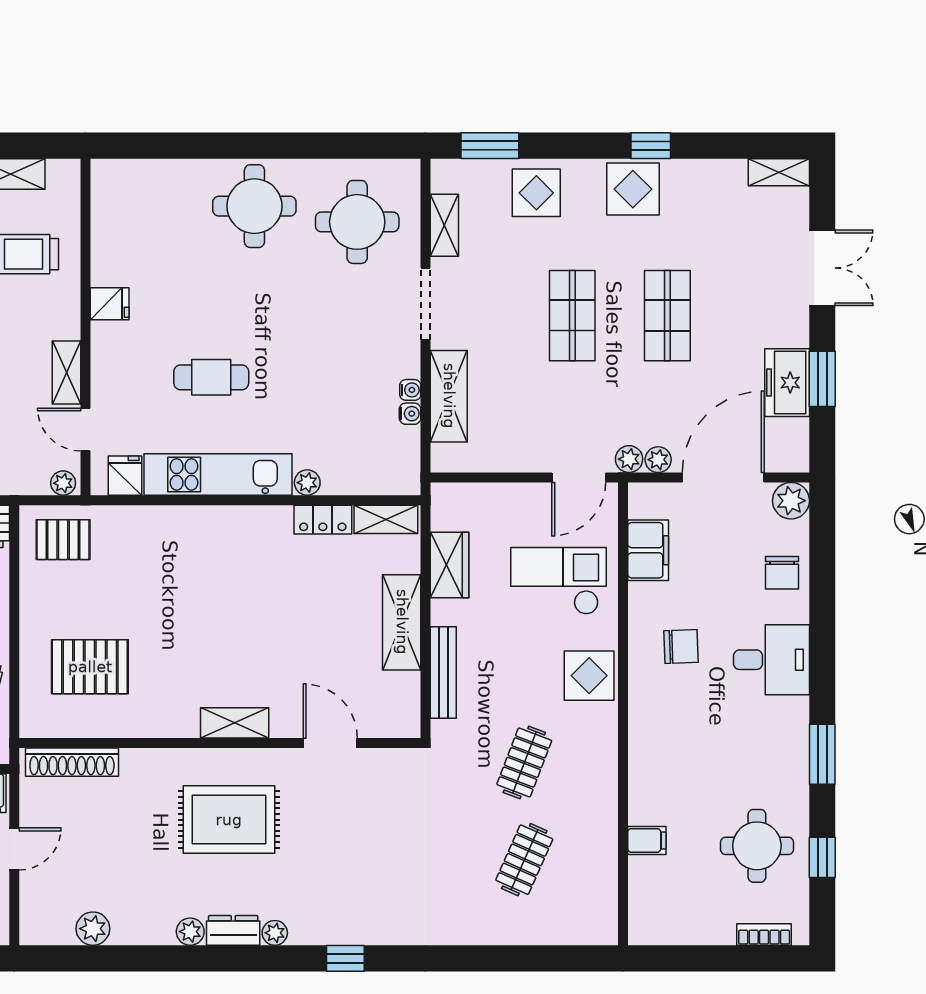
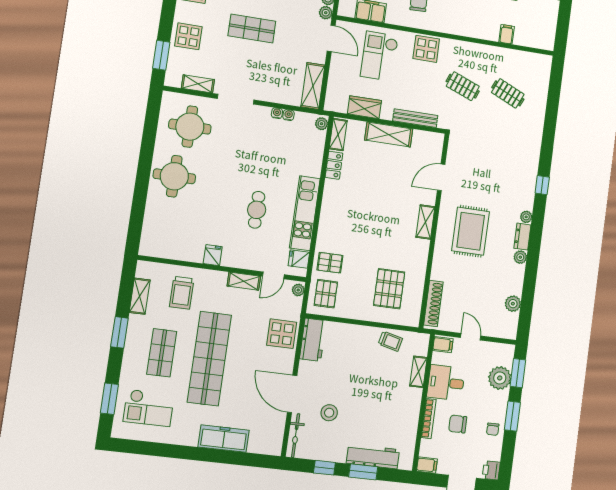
shelving: (449, 396) -> (313, 86), moved, turned 90
plant: (307, 483) -> (322, 124), moved
pallet: (126, 539) -> (330, 263), added

